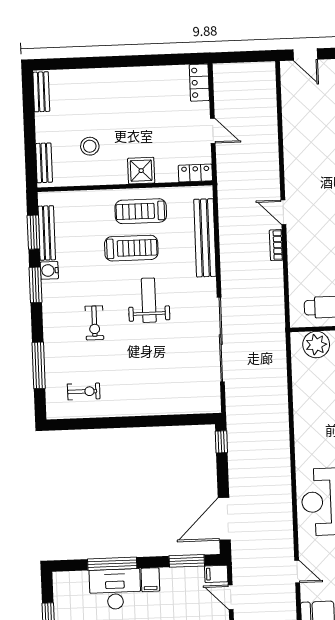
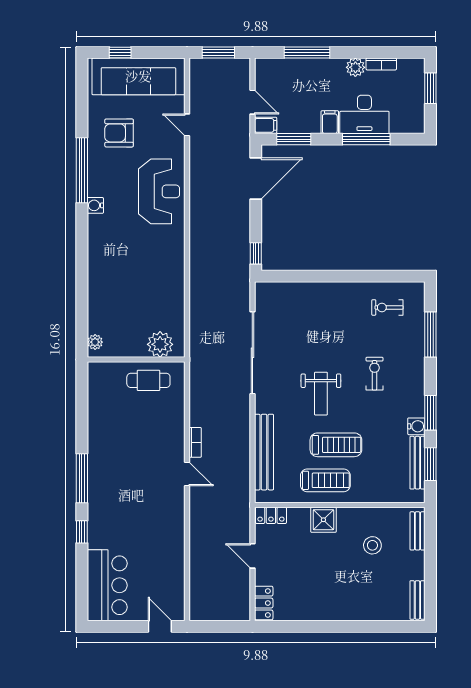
treadmill: (131, 248) -> (336, 445), turned 180

